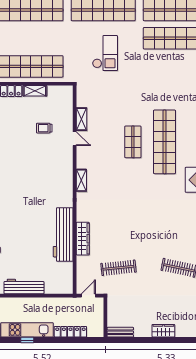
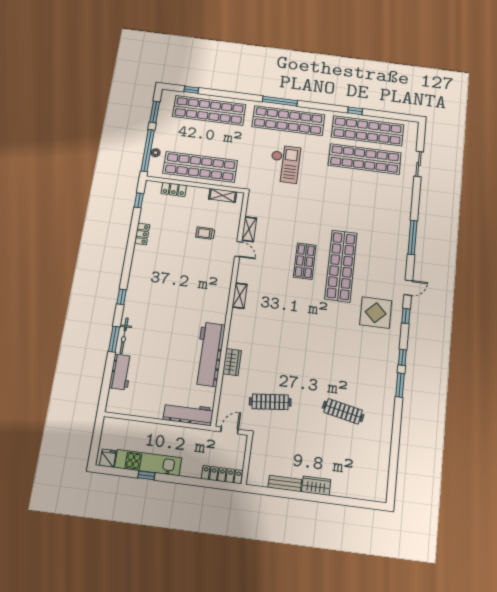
shelving: (35, 91) -> (223, 195), moved
wardrobe: (83, 239) -> (232, 362), width x0.67
workbench: (24, 286) -> (188, 414), moved
locker: (70, 332) -> (222, 475), moved
bench: (120, 332) -> (285, 484), moved

